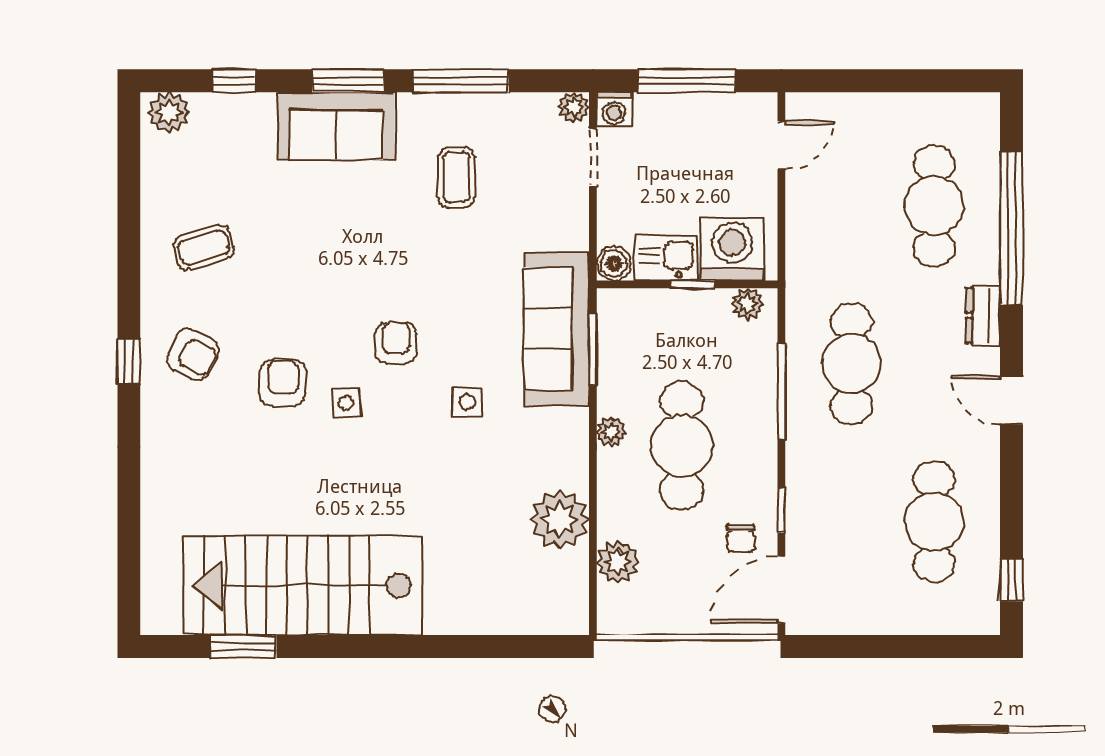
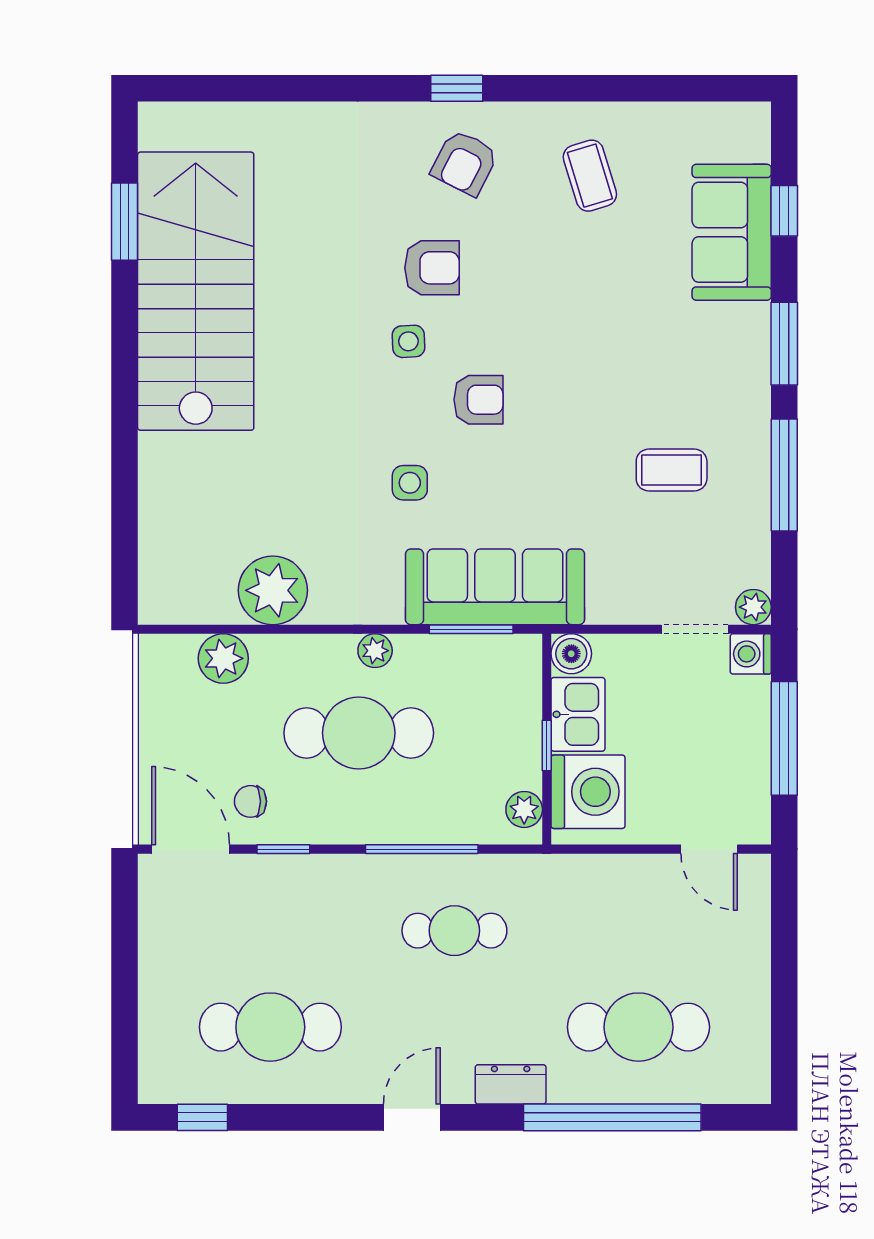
plant: (169, 112) -> (747, 135), removed
sofa: (336, 126) -> (732, 232), moved
cafe table: (851, 364) -> (454, 931), width x0.73, depth x0.74

